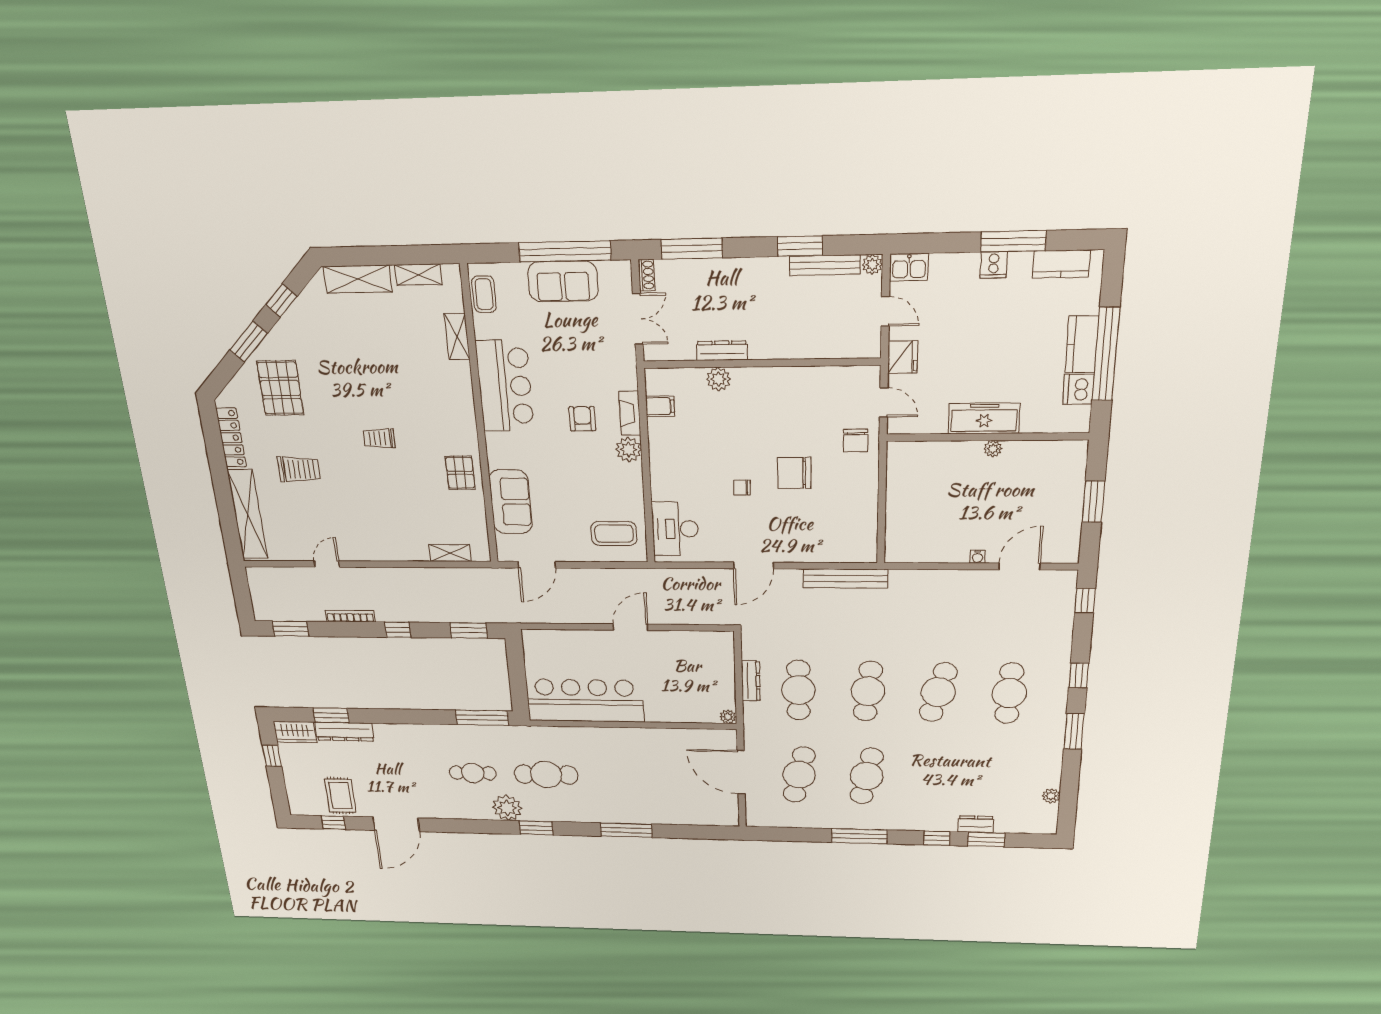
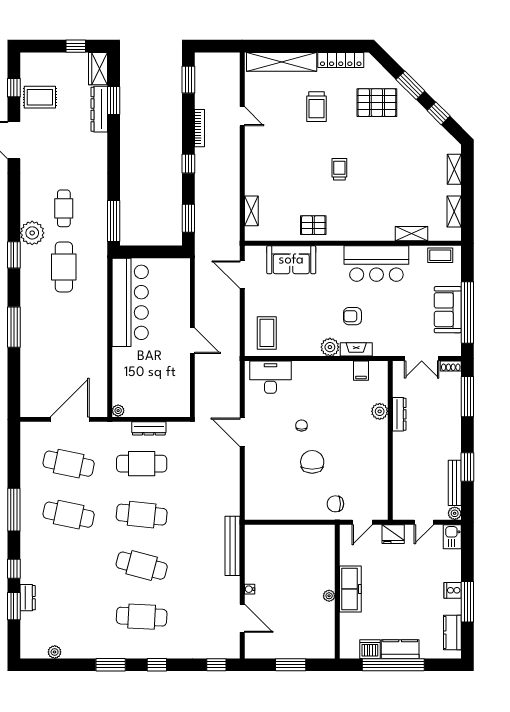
shelving: (358, 279) -> (454, 169), width x0.67, depth x0.75
armchair: (582, 419) -> (353, 316), turned 180
bench: (845, 578) -> (233, 546), moved

